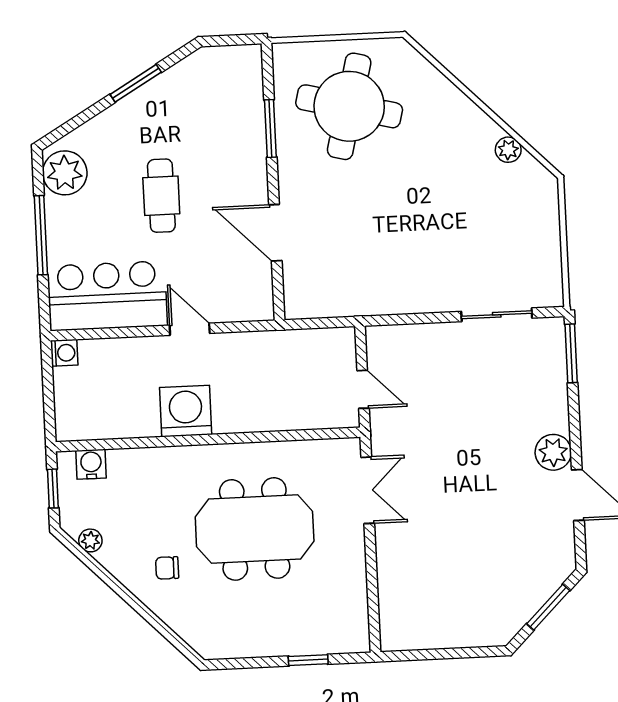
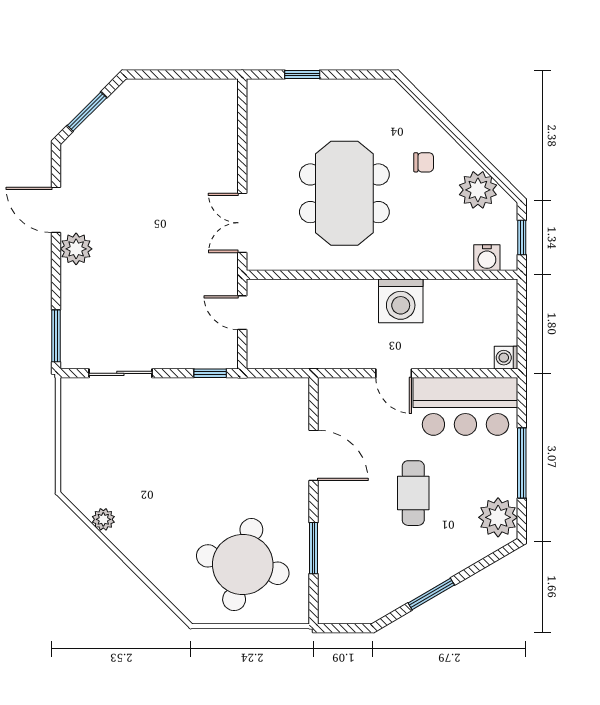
window: (396, 320) -> (210, 373), added
meeting table: (255, 529) -> (344, 193), turned 90
plant: (90, 540) -> (478, 190), width x1.88, depth x1.88

